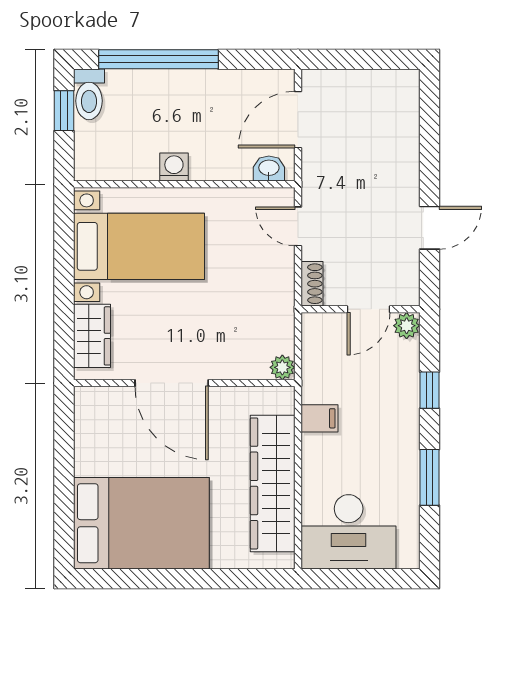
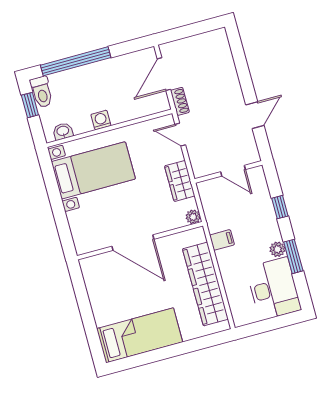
washbasin: (269, 168) -> (63, 131), moved
shoe rack: (312, 284) -> (180, 101), moved
door: (369, 309) -> (233, 171), hinge flipped
plant: (407, 326) -> (277, 249), moved
wardrobe: (92, 336) -> (180, 181), moved, turned 180
bed: (141, 523) -> (140, 335), width x0.67
desk: (349, 532) -> (274, 289), moved, turned -90

